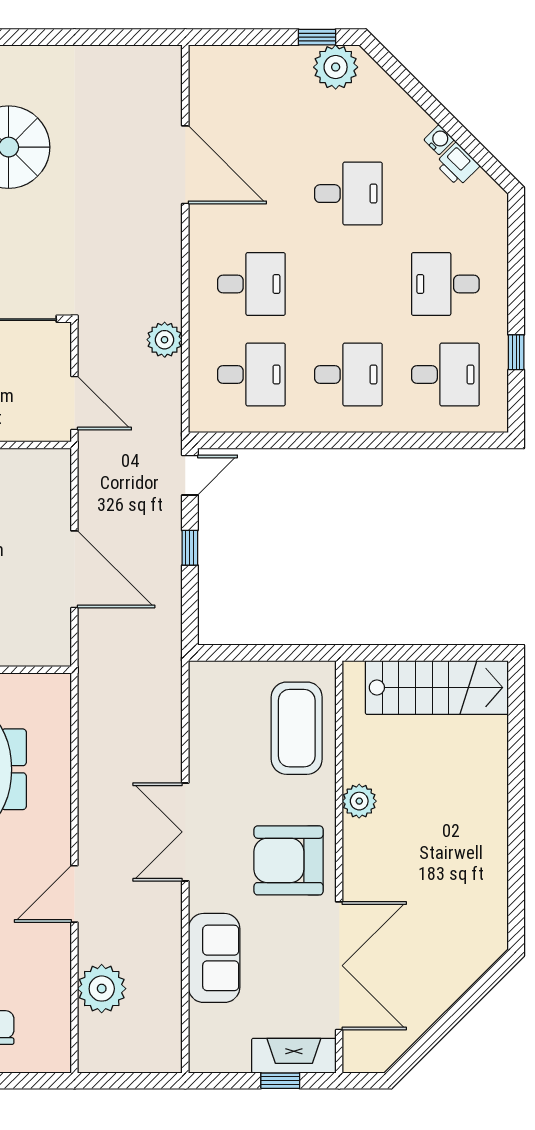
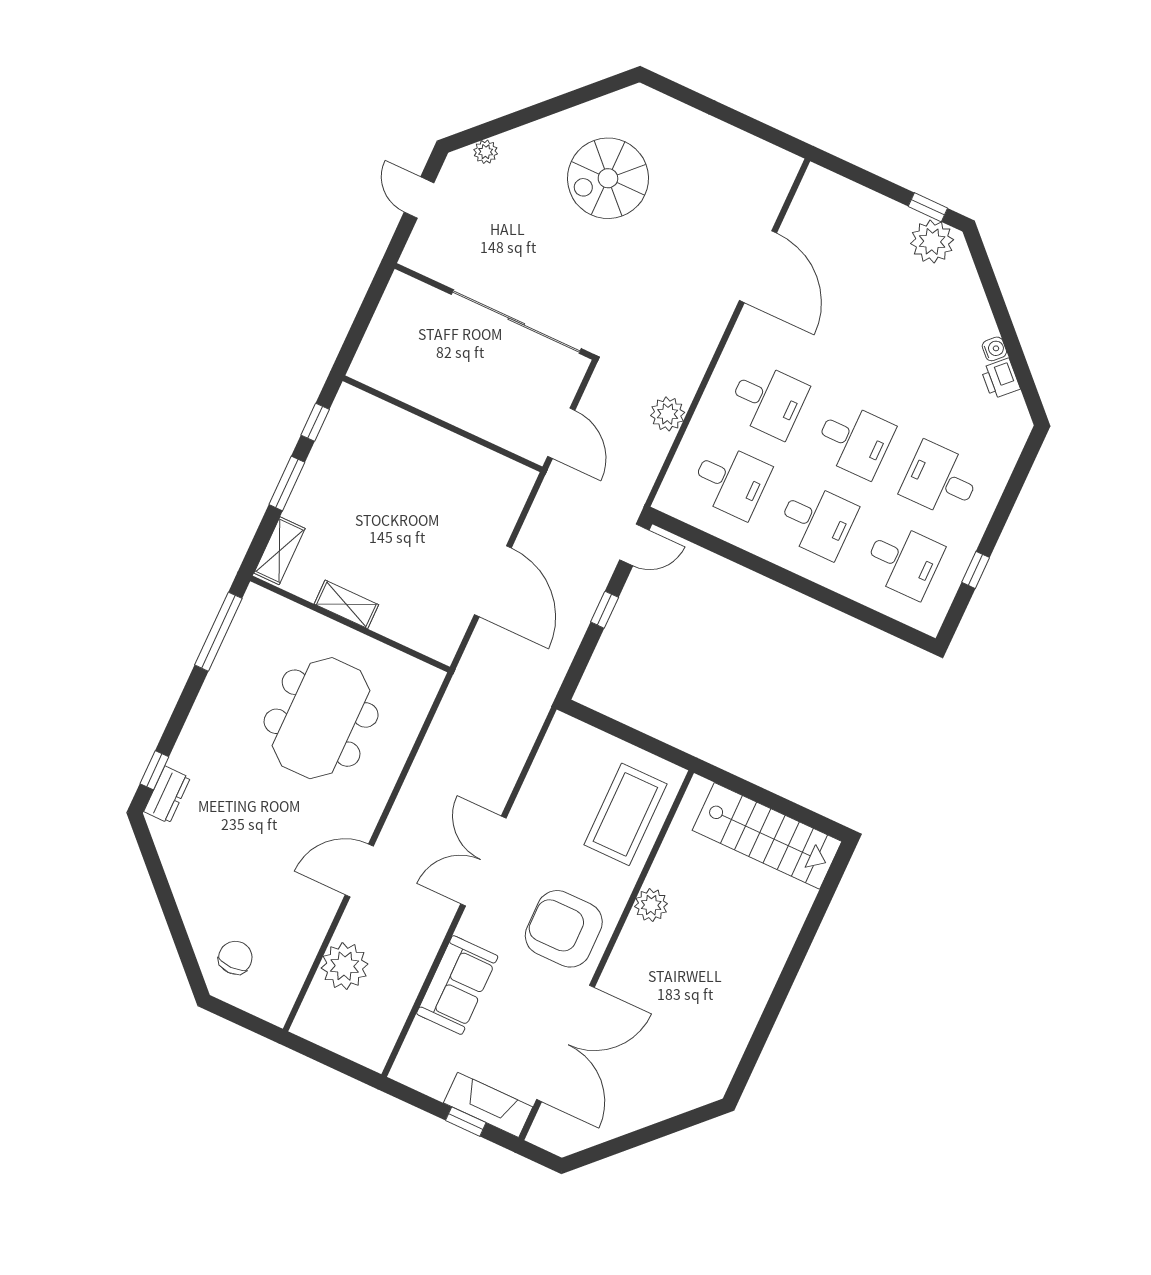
desk: (348, 194) -> (854, 440), moved

